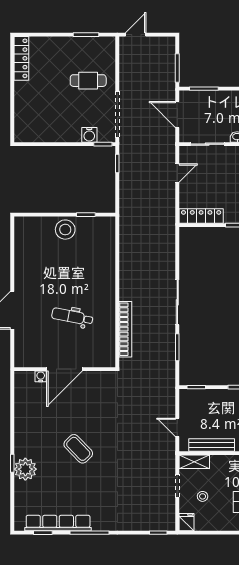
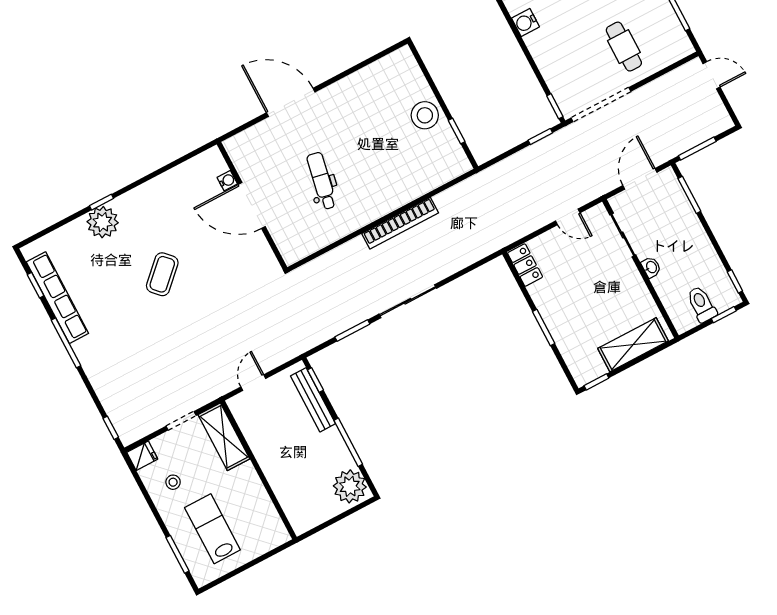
water cooler: (89, 135) -> (525, 22), moved
locker: (201, 216) -> (525, 265), width x0.66
bookcase: (125, 329) -> (400, 223), moved
bench: (212, 445) -> (313, 400), moved
shelving: (194, 462) -> (224, 437), width x1.50, depth x1.33
stool: (203, 496) -> (173, 482), moved

